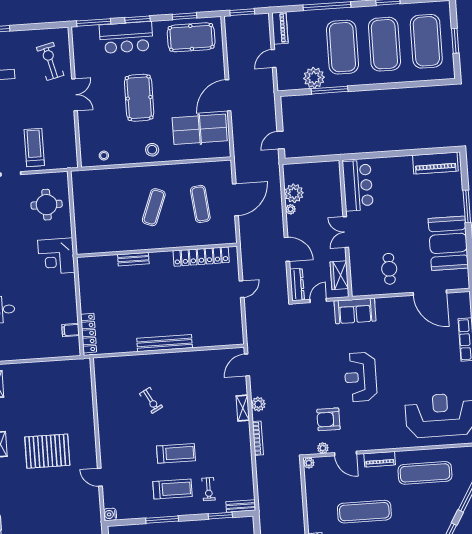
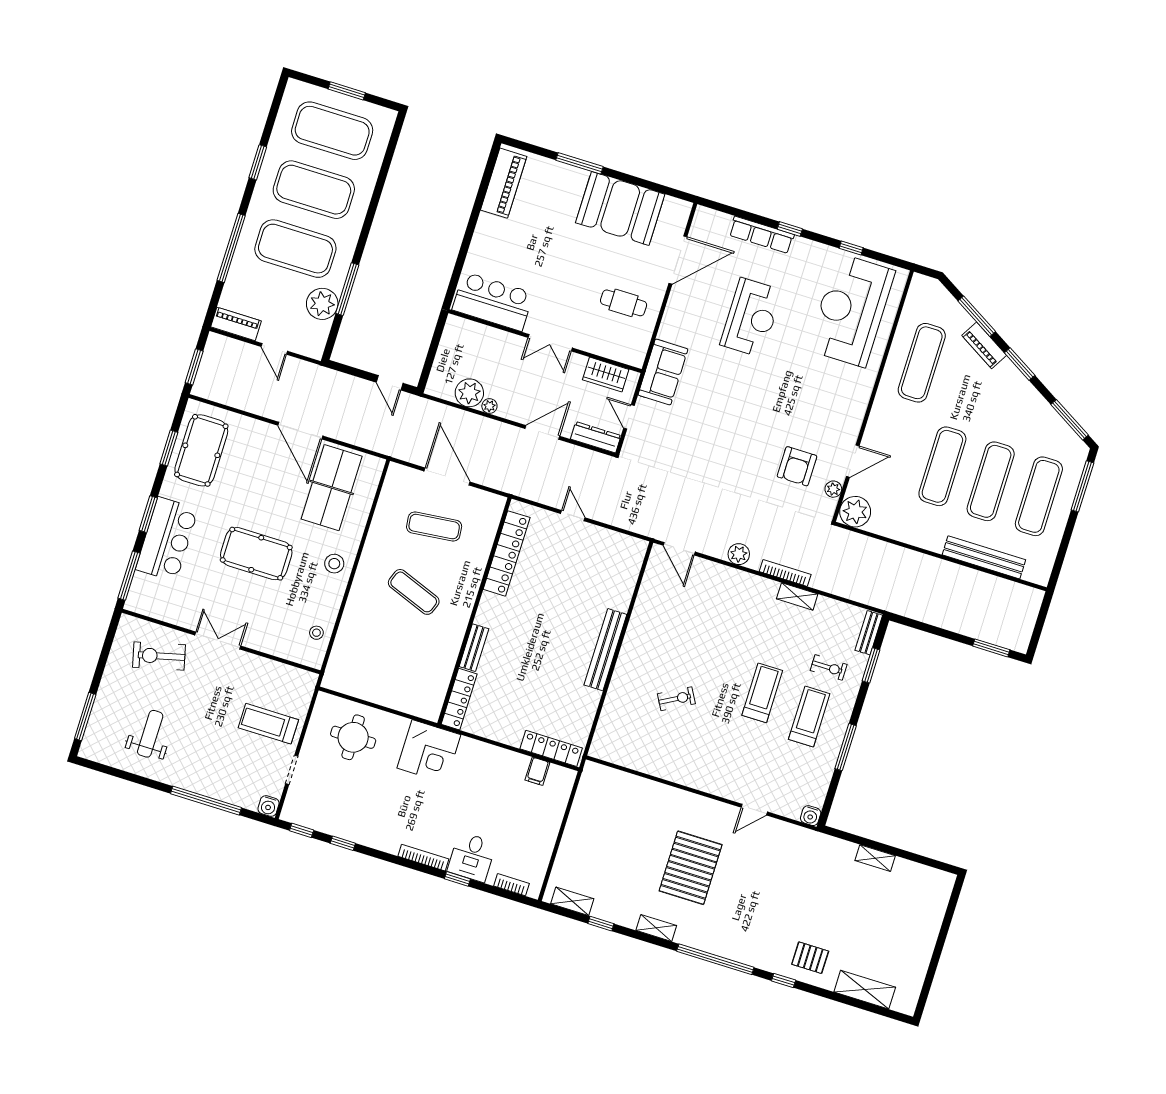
locker: (97, 263) -> (459, 699), added
reception desk: (361, 377) -> (751, 318), moved, turned -90
shelving: (243, 408) -> (797, 596), moved
piano: (380, 459) -> (984, 345), moved, turned 121
plant: (309, 463) -> (855, 512), width x1.87, depth x1.87

